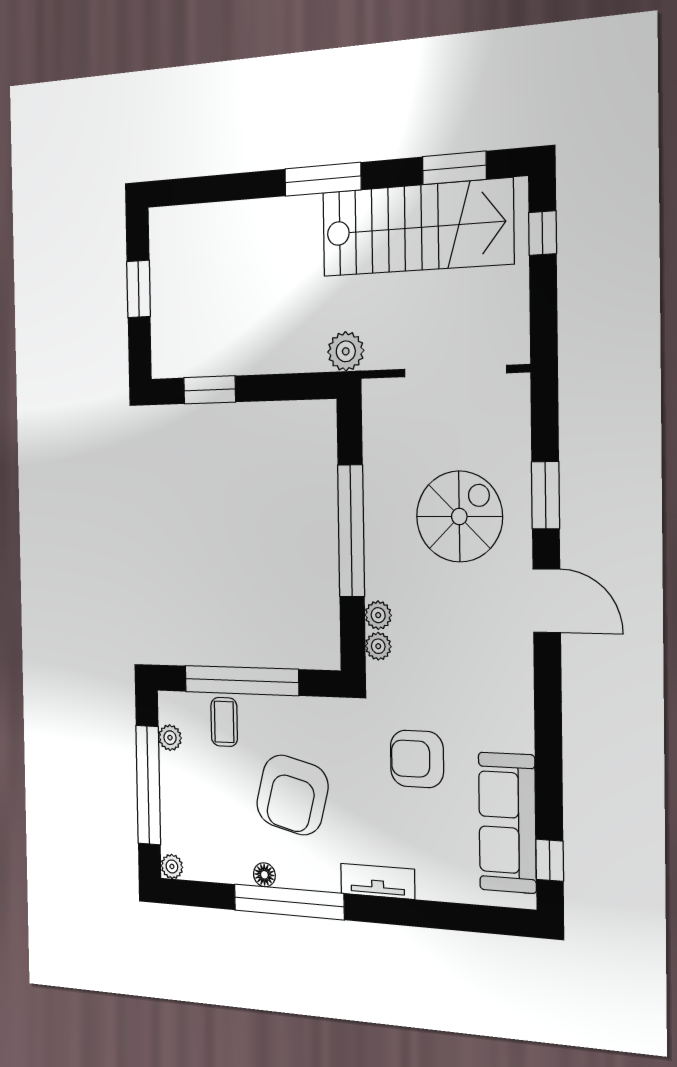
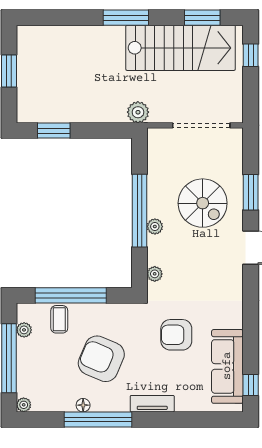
spiral stairs: (459, 516) -> (203, 203), turned 90
plant: (378, 615) -> (155, 226), moved
armchair: (292, 795) -> (101, 359), turned 99

